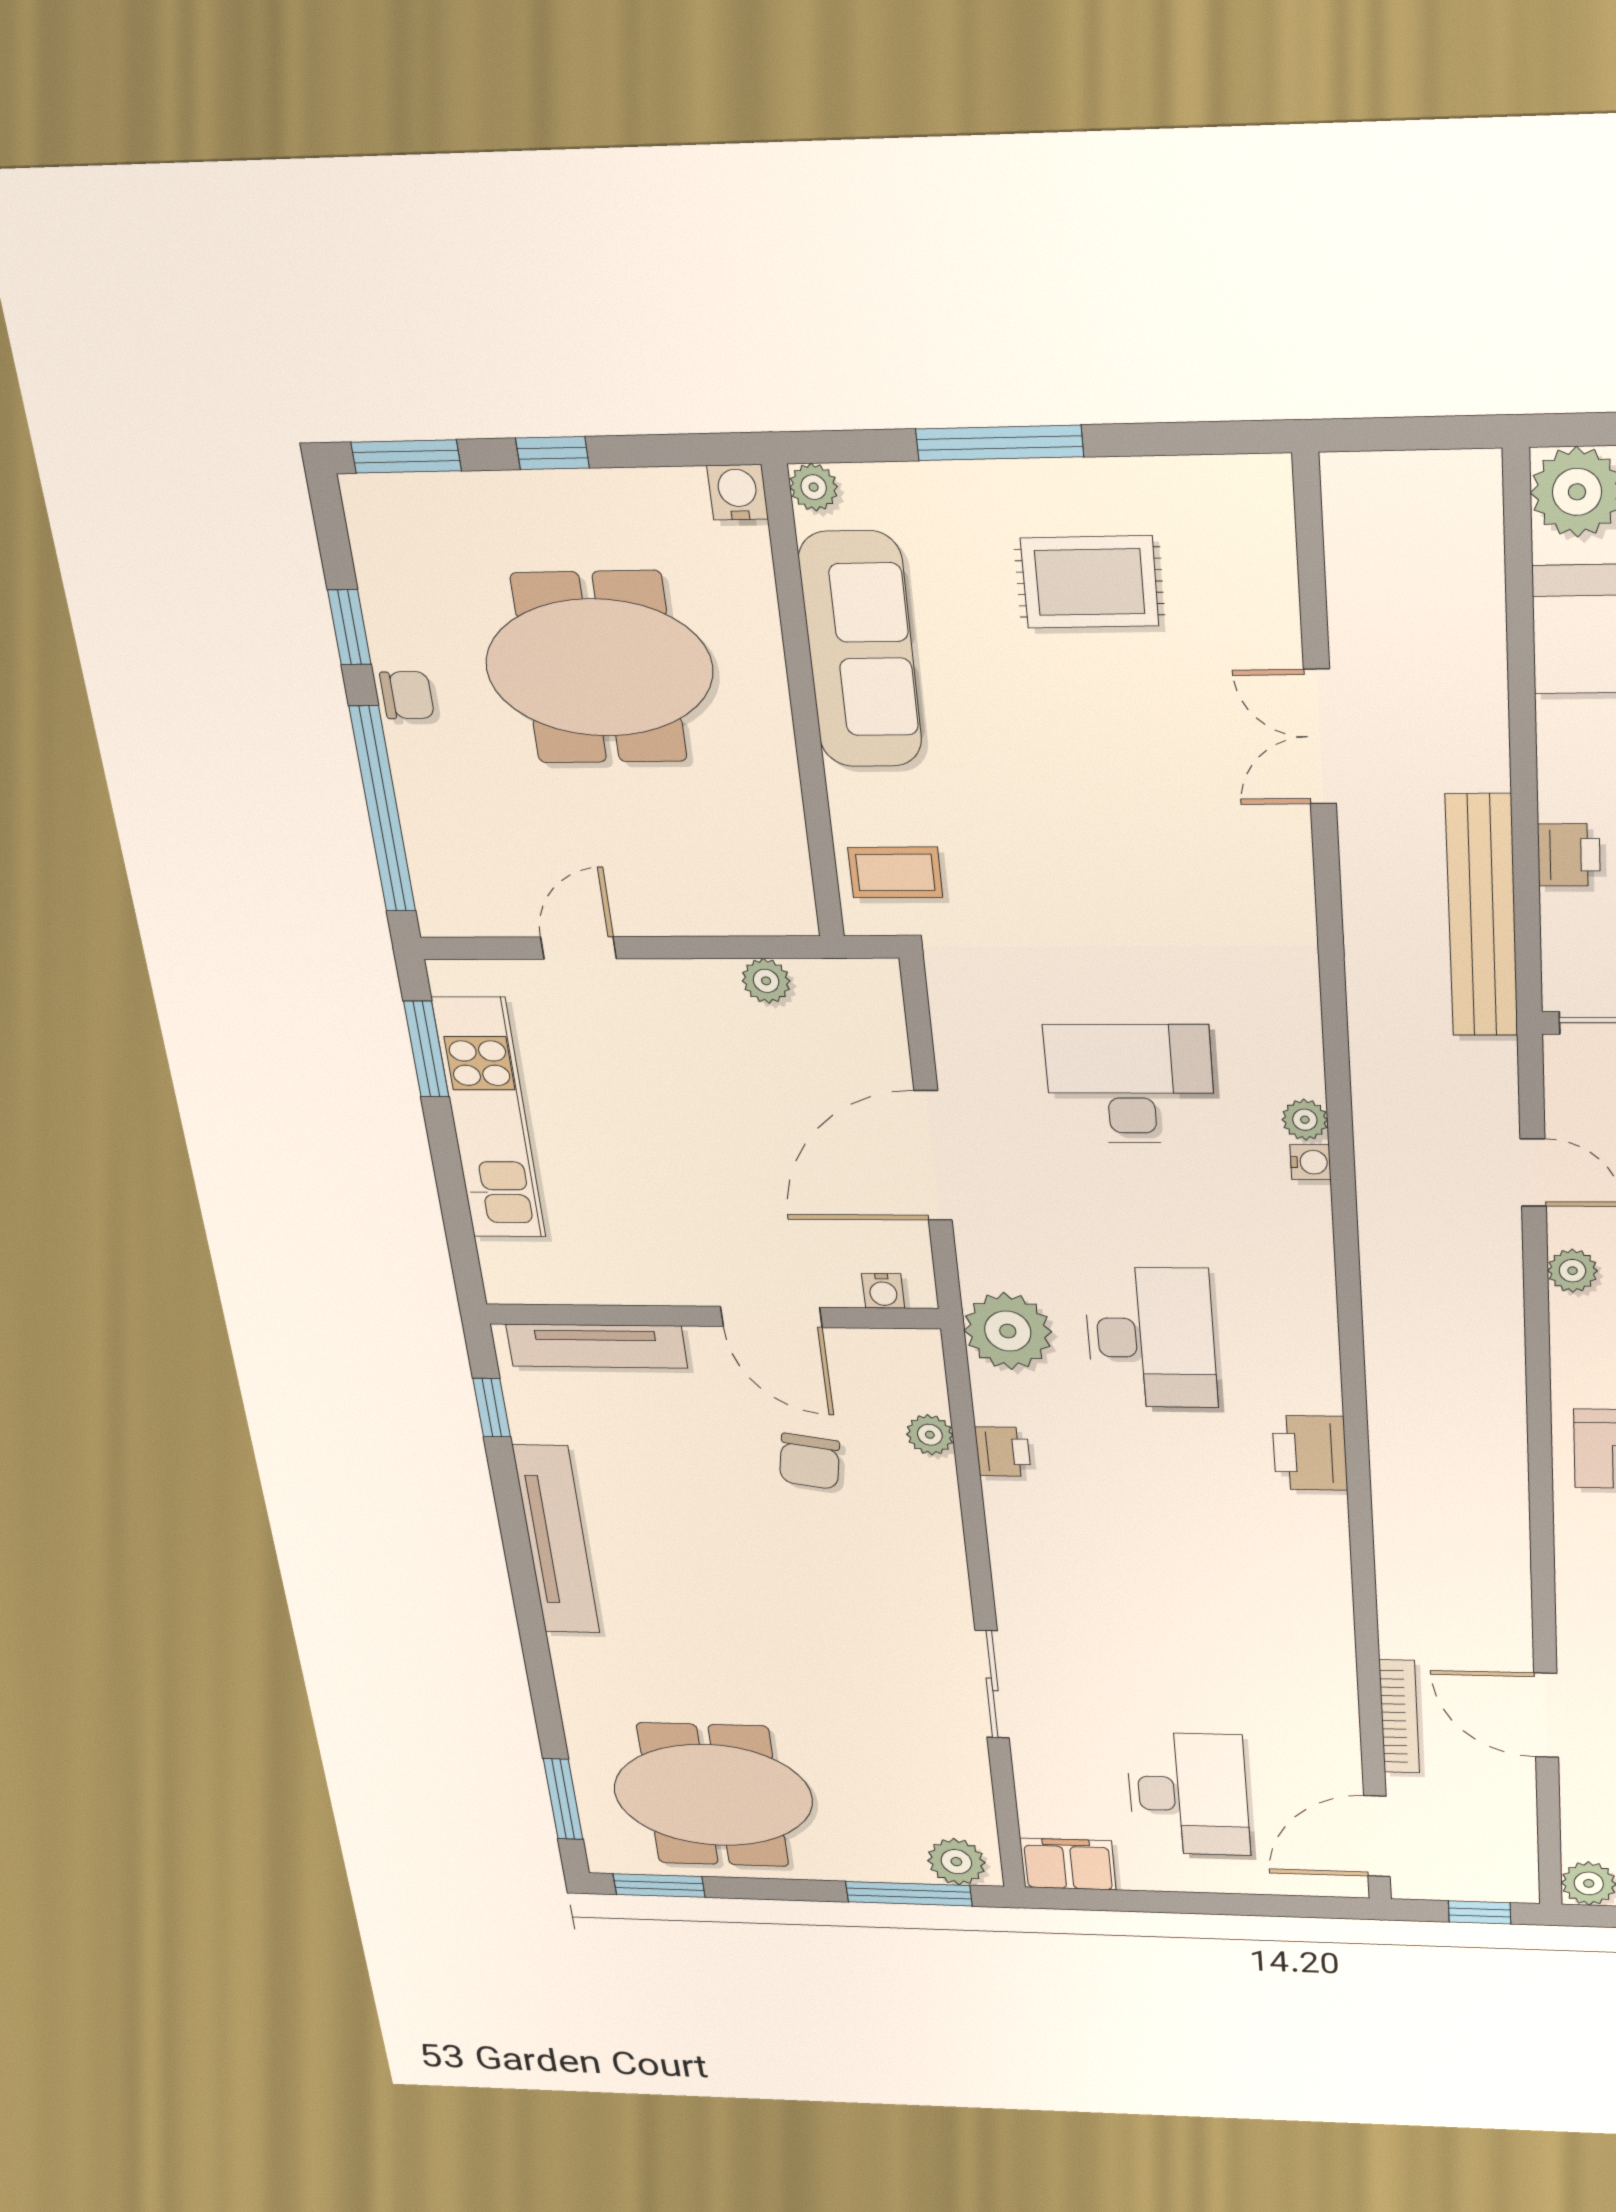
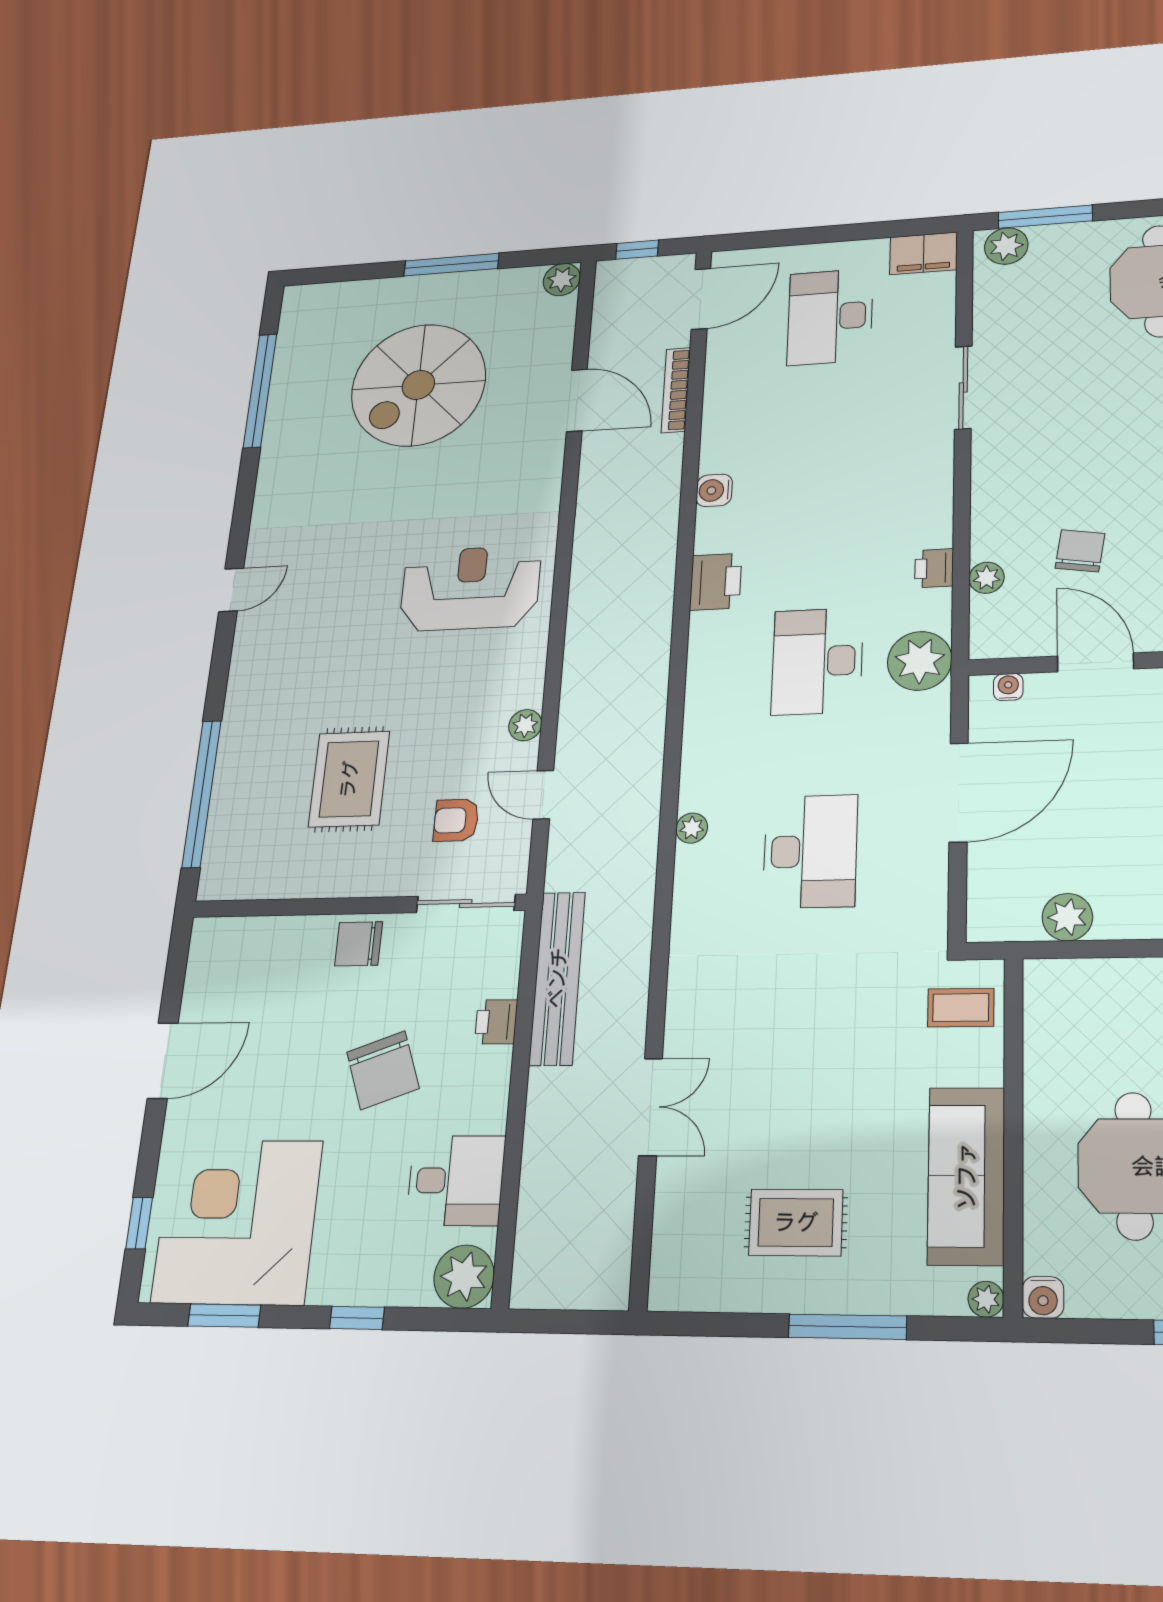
plant: (766, 981) -> (1067, 917), width x1.38, depth x1.38
desk: (1130, 1084) -> (810, 851), turned -90
water cooler: (1310, 1162) -> (714, 490), moved, width x1.38, depth x1.38

